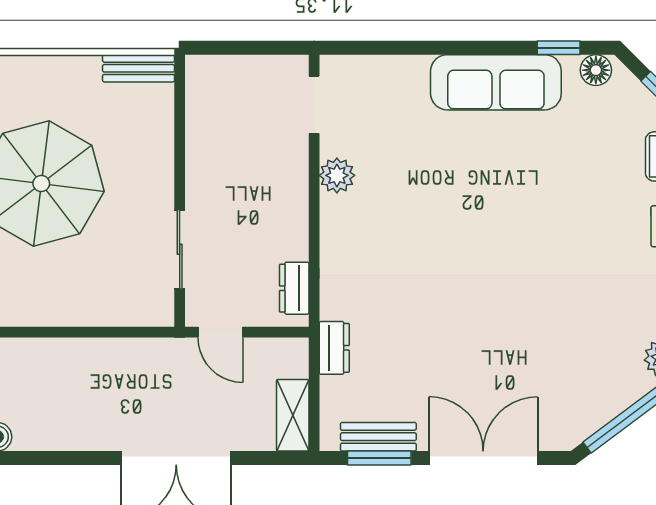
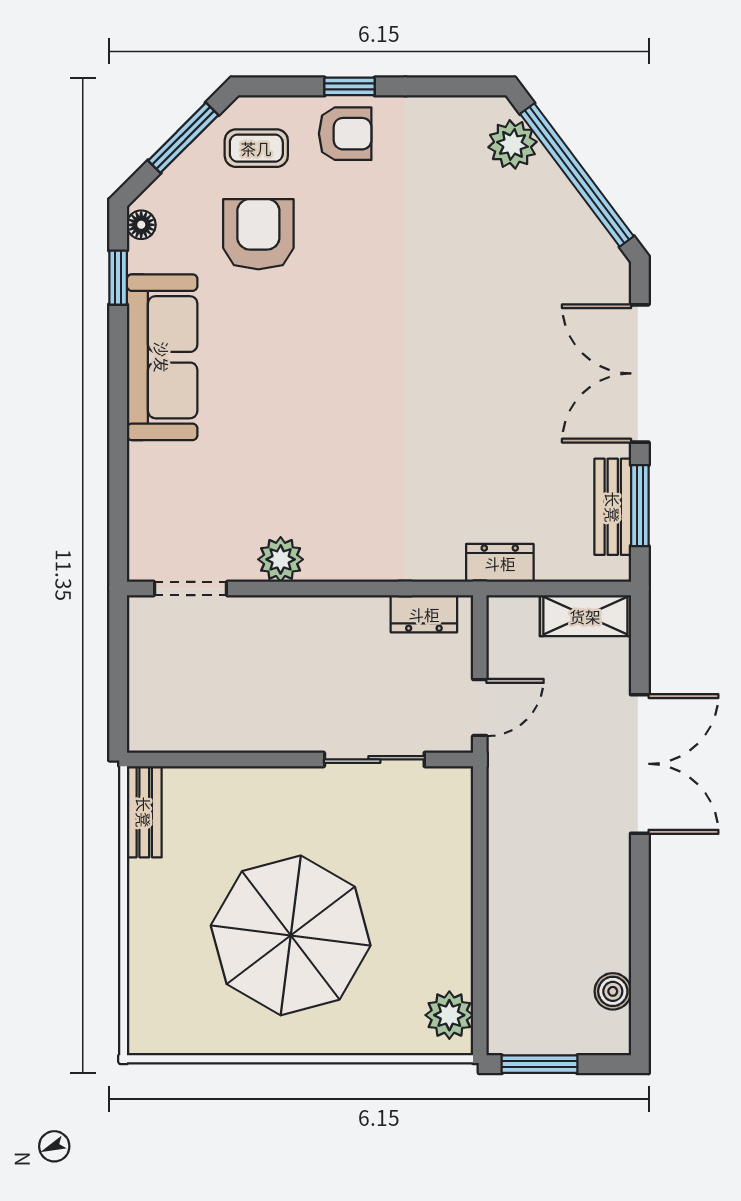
floor lamp: (596, 70) -> (141, 225), width x0.73, depth x0.73
armchair: (593, 158) -> (258, 234), added

